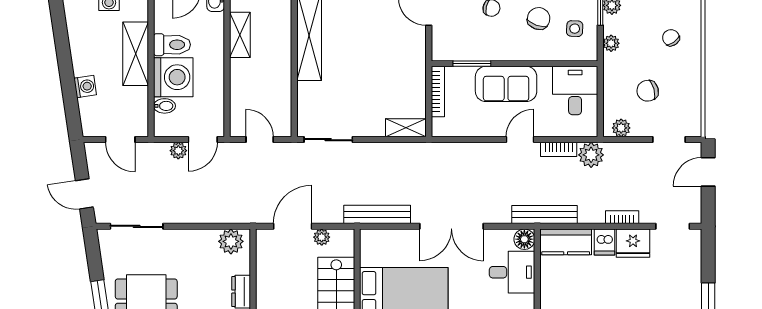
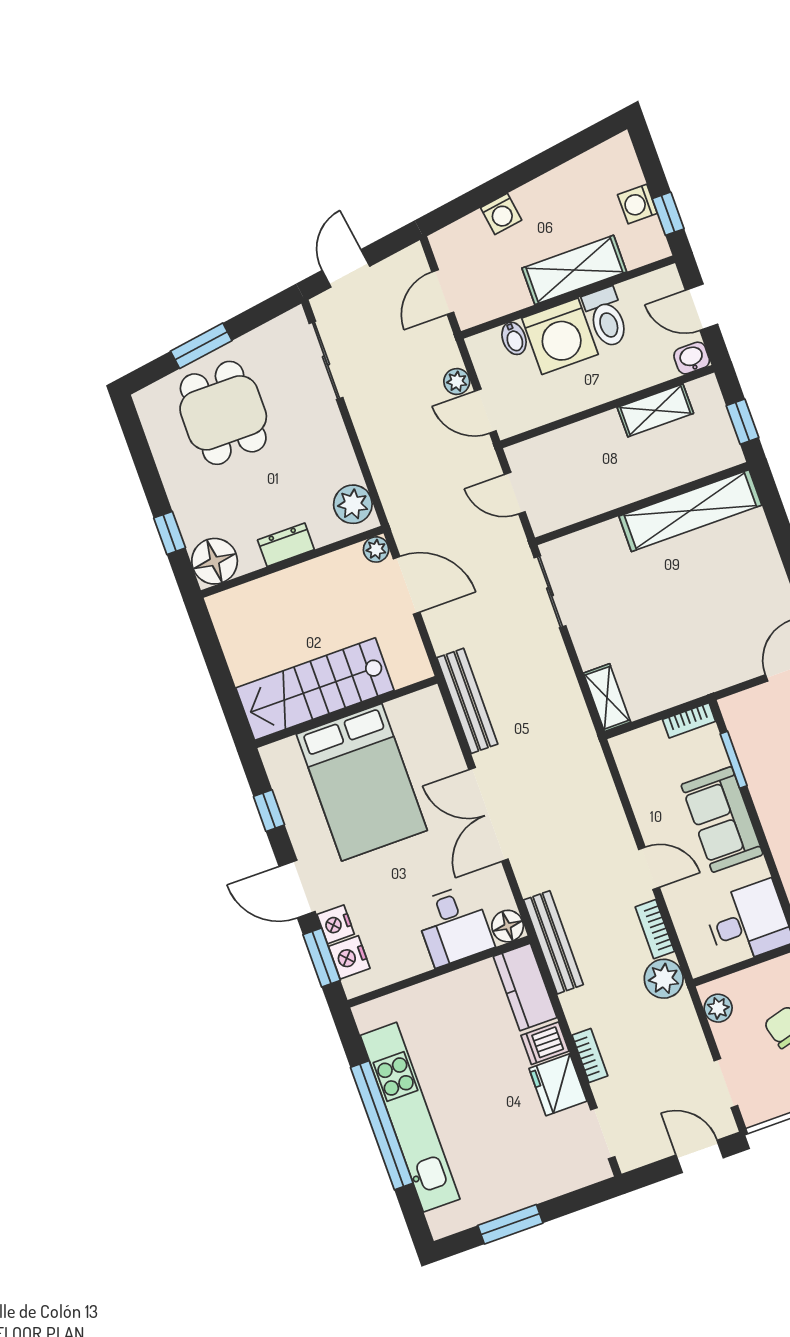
bookcase: (438, 92) -> (689, 720), width x0.64
door: (260, 140) -> (515, 493), swing flipped
plant: (322, 237) -> (376, 549), moved

